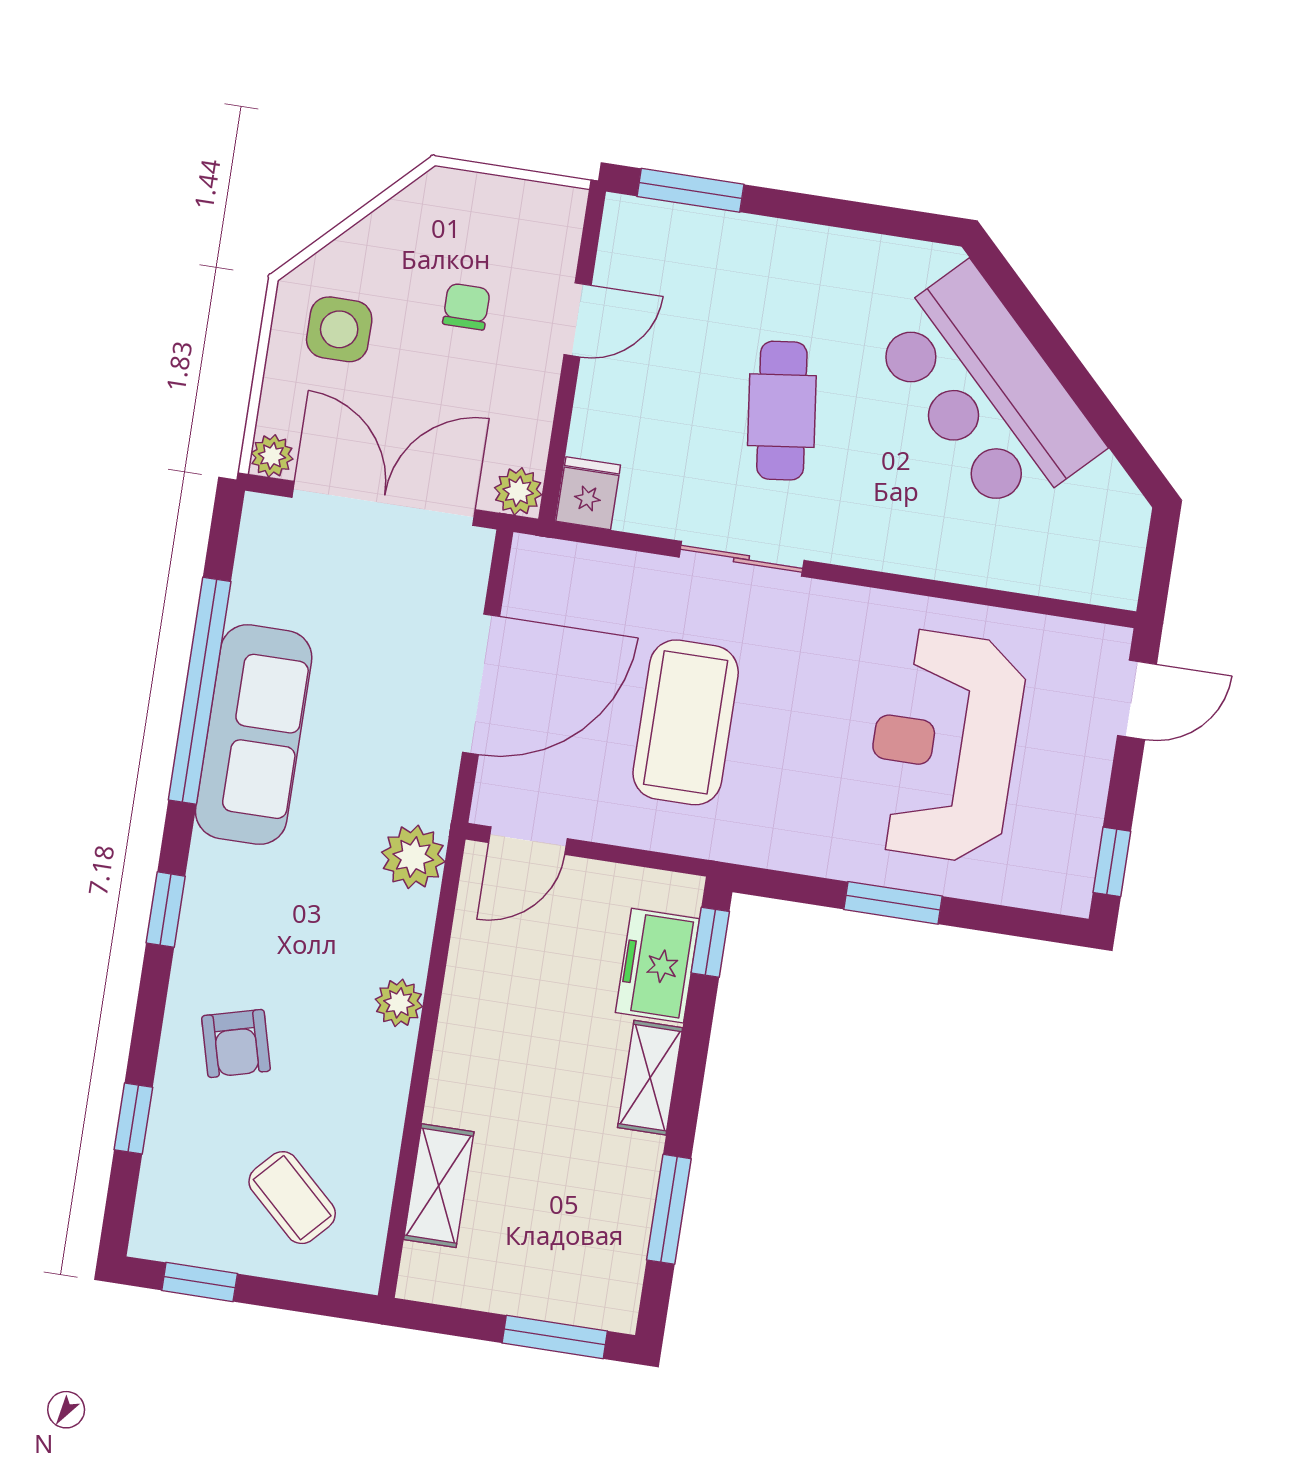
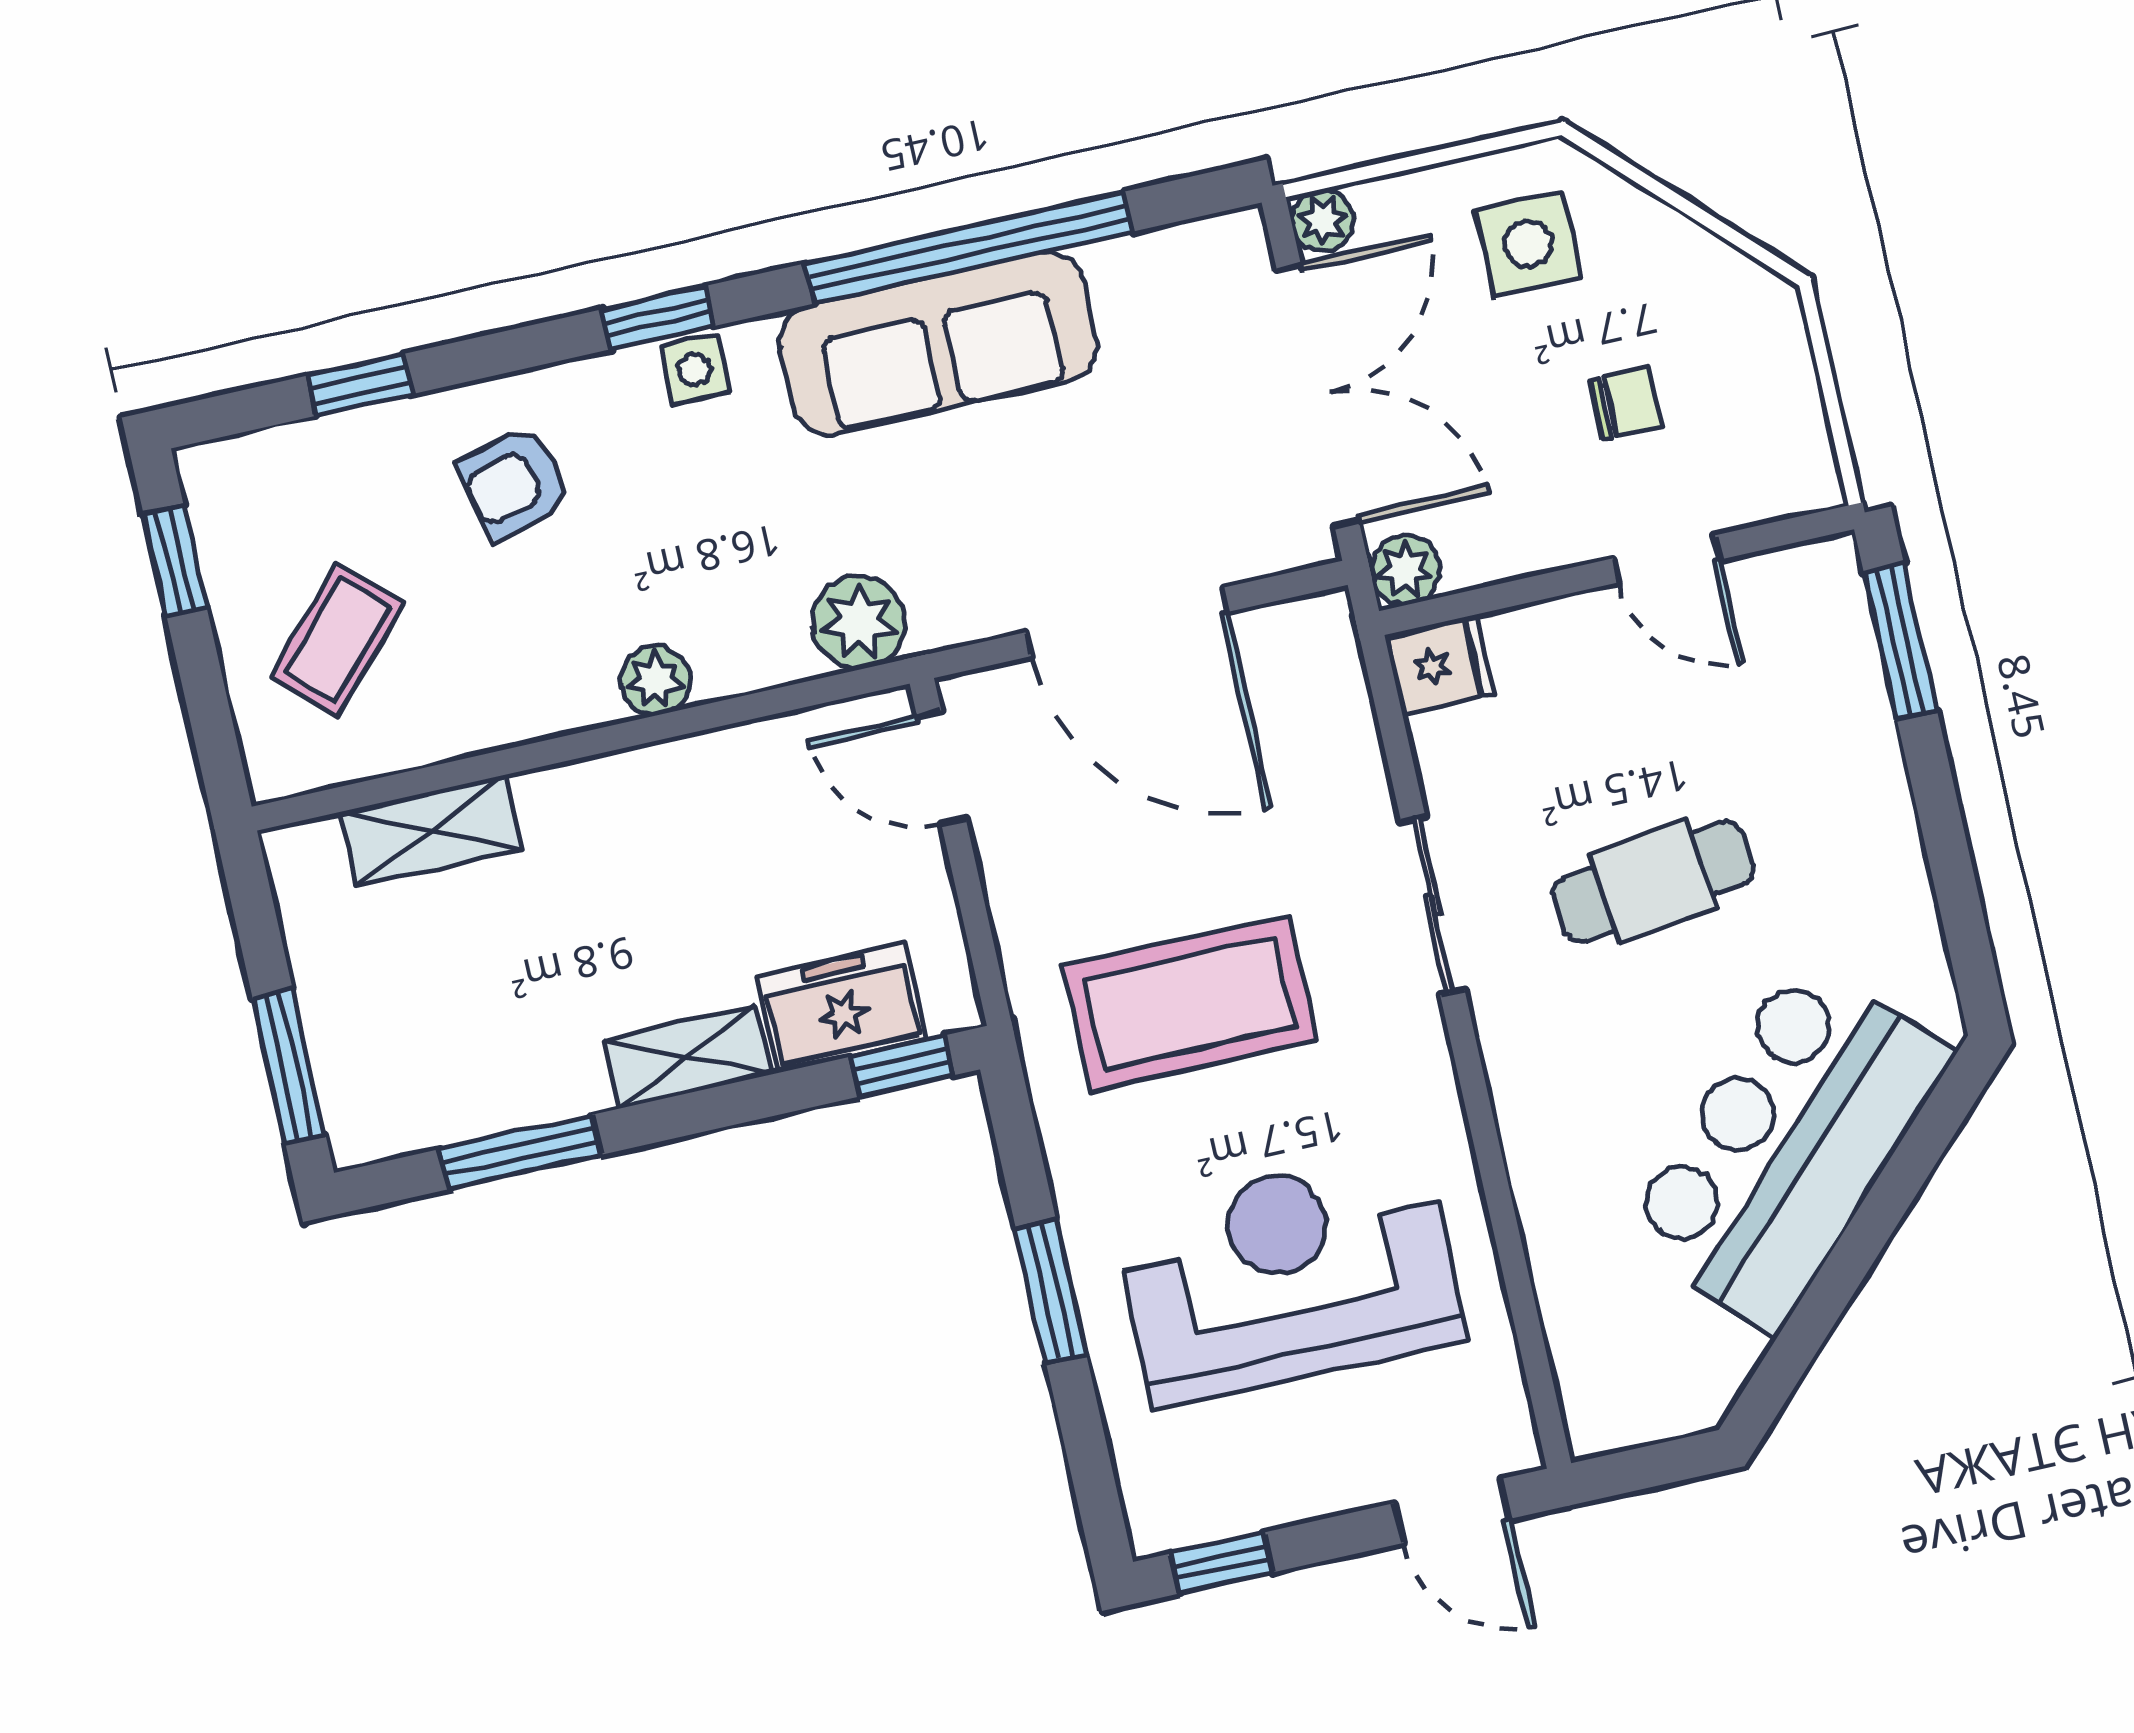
coffee table: (686, 722) -> (1190, 1003), moved
side table: (209, 898) -> (695, 370), added

